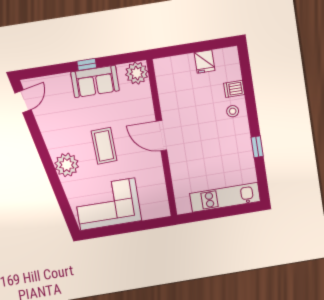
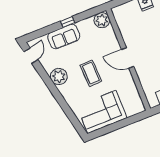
sofa: (95, 81) -> (64, 37), moved
plant: (67, 165) -> (59, 76), moved

